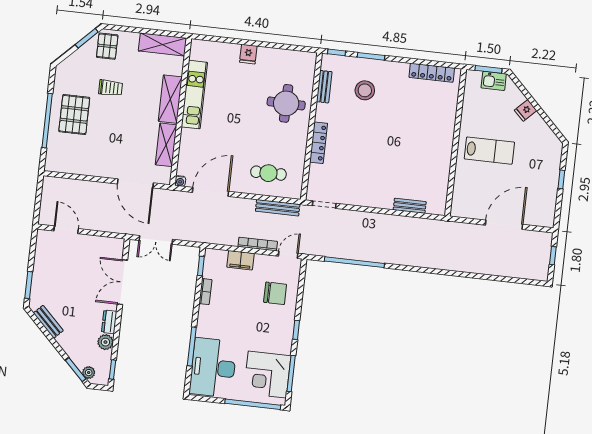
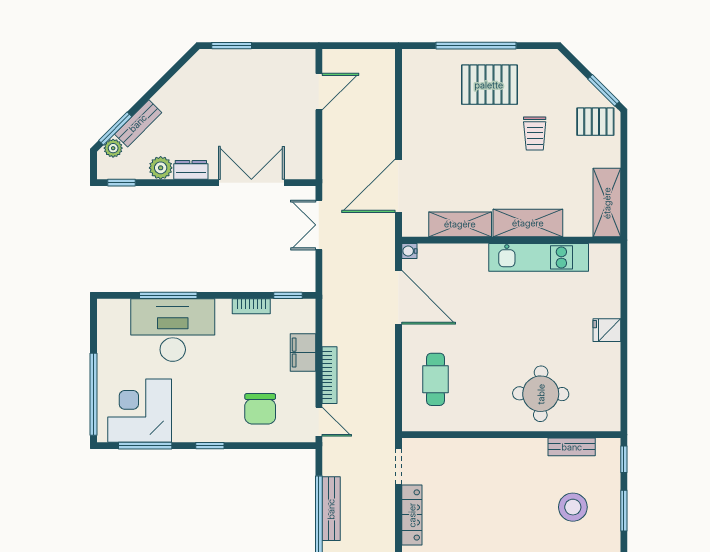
locker: (319, 143) -> (412, 515), moved, turned -90
bench: (278, 208) -> (331, 509), moved
bench: (48, 322) -> (138, 123), moved
desk: (213, 368) -> (173, 330), moved

